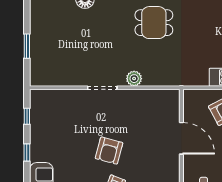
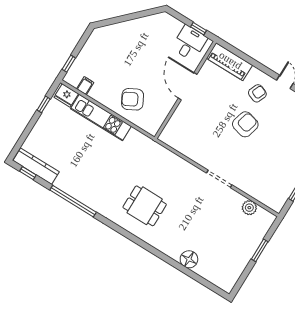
plant: (134, 79) -> (249, 208), moved
door: (181, 138) -> (188, 86), moved

